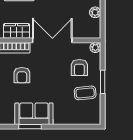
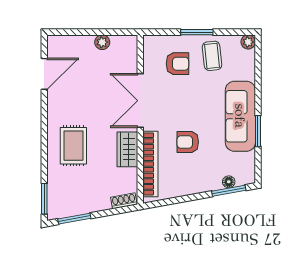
plant: (95, 48) -> (248, 42), moved
armchair: (22, 75) -> (188, 142), turned 180
sofa: (34, 114) -> (240, 116), width x1.36

